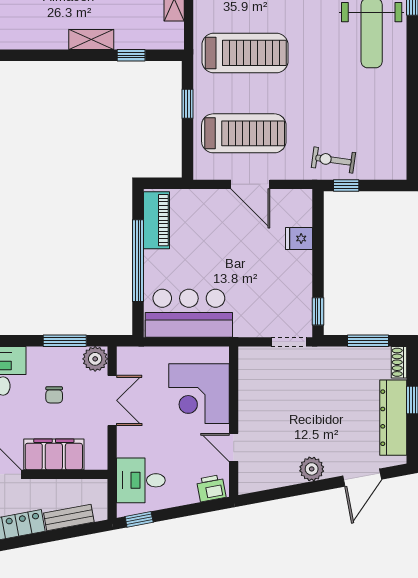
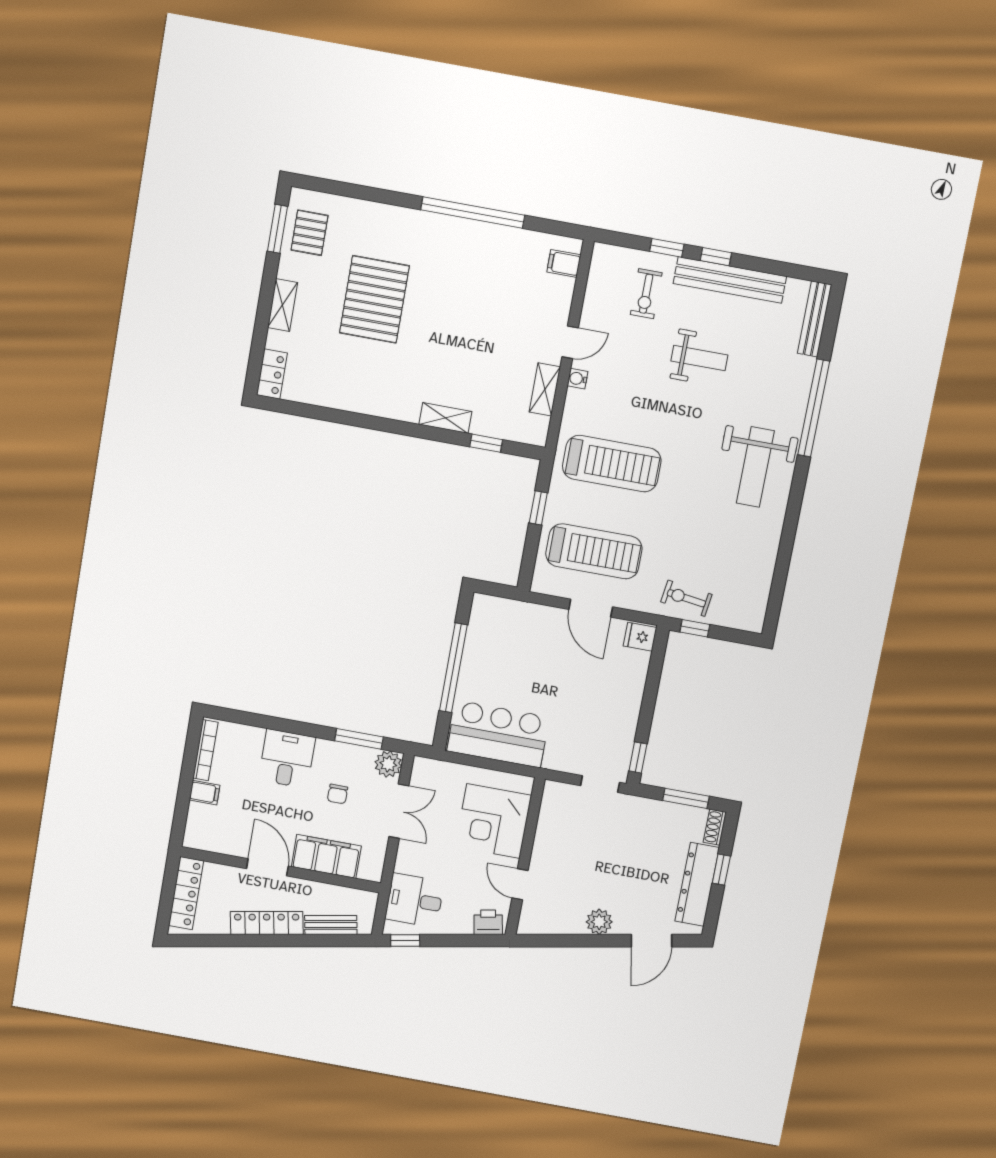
piano: (156, 220) -> (481, 628), removed
fridge: (299, 239) -> (640, 637), moved

